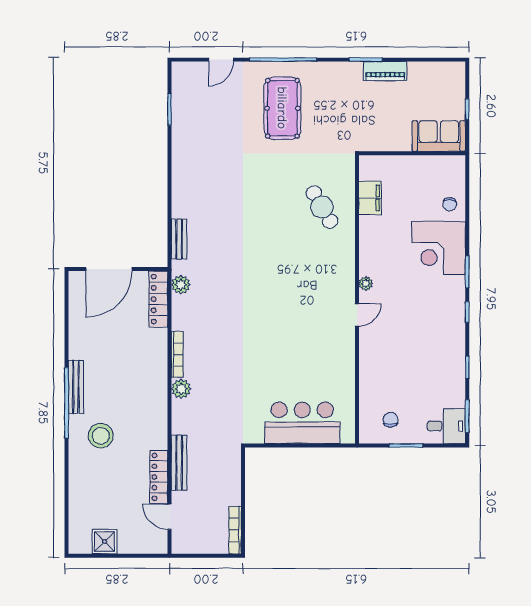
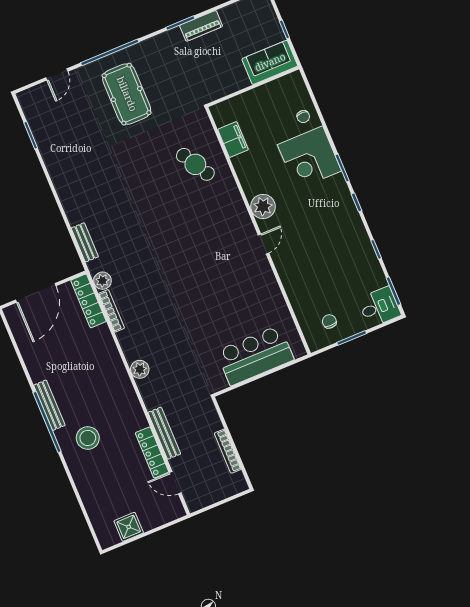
plant: (366, 283) -> (263, 207), width x1.87, depth x1.87
bookcase: (177, 354) -> (111, 311), moved
bookcase: (235, 530) -> (228, 451), moved

